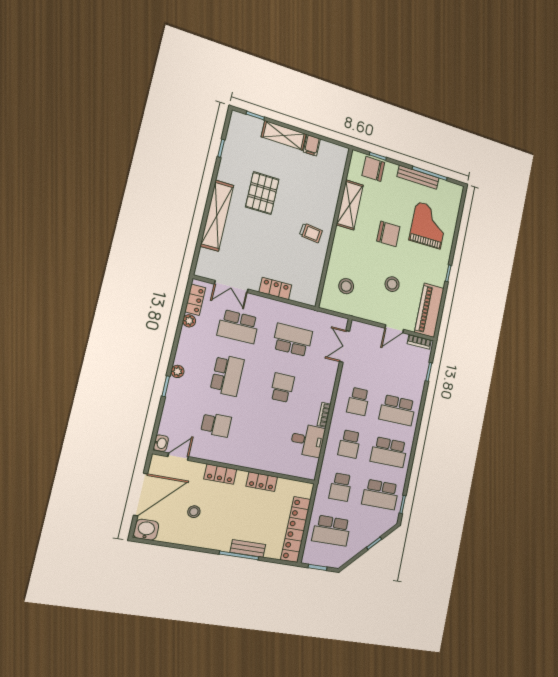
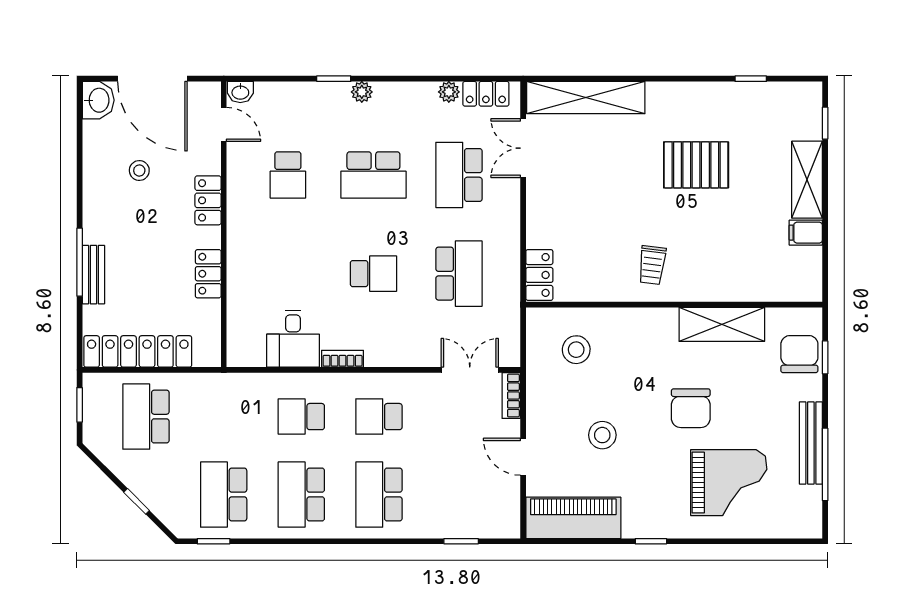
shelving: (217, 216) -> (586, 98), moved
locker: (275, 288) -> (539, 275), moved
bookcase: (419, 342) -> (511, 395), moved
school desk: (341, 487) -> (224, 417), removed

